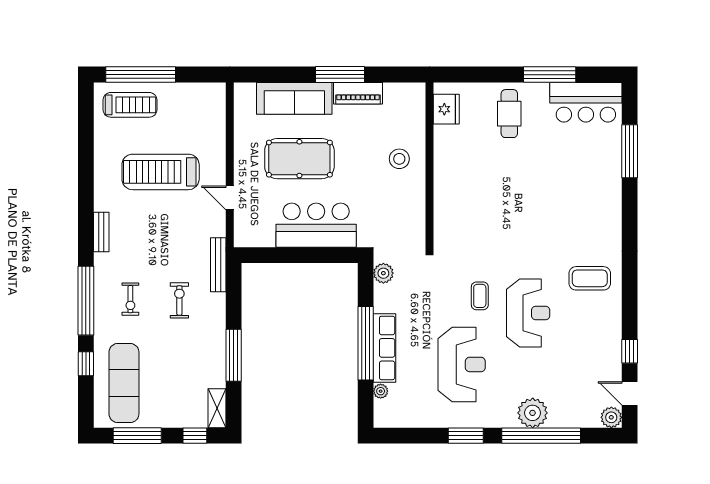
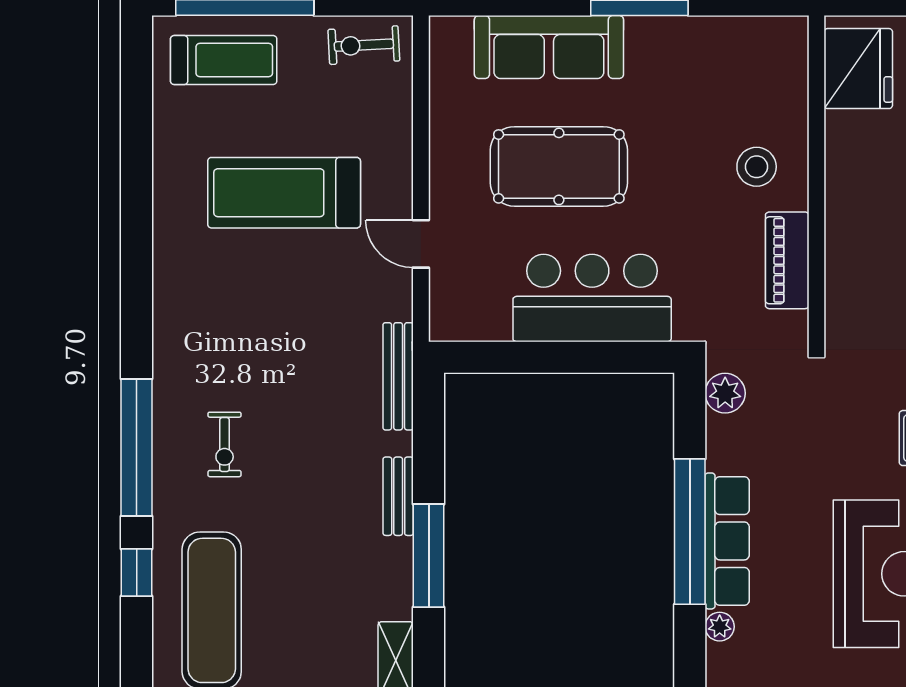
piano: (358, 93) -> (787, 260), moved, turned 90
fridge: (446, 109) -> (858, 69), width x1.36, depth x1.34
bench: (101, 232) -> (398, 496), moved
exercise bike: (179, 300) -> (364, 45), moved, turned -93

